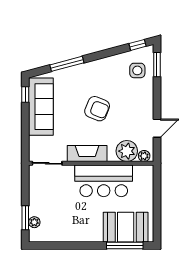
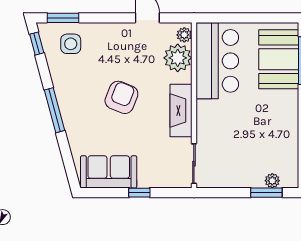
window: (67, 64) -> (55, 110), moved
window: (25, 95) -> (139, 193), moved
sofa: (41, 107) -> (109, 172), width x0.73
bar counter: (104, 181) -> (217, 61), moved

